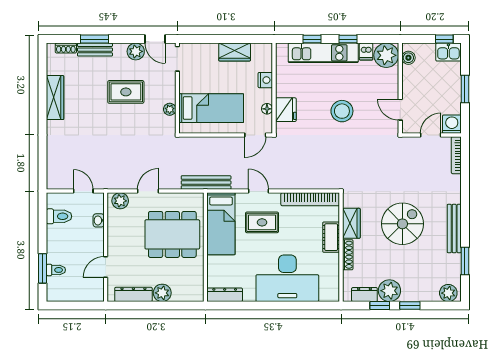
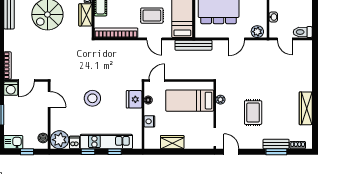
window: (444, 39) -> (27, 152), moved
plant: (136, 51) -> (246, 143), removed
rug: (126, 92) -> (253, 113), turned 90
toilet: (59, 216) -> (303, 32), moved

